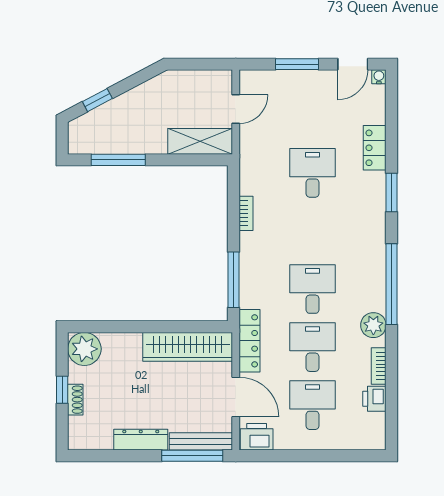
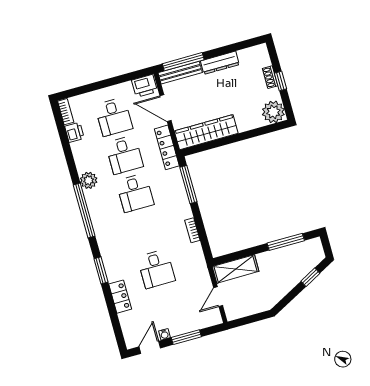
water cooler: (379, 77) -> (164, 334), moved
bookcase: (379, 366) -> (66, 112), moved

